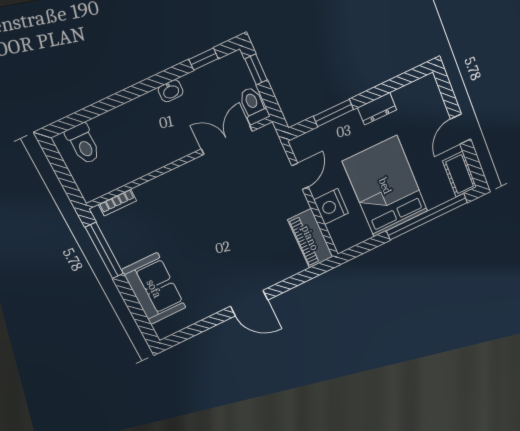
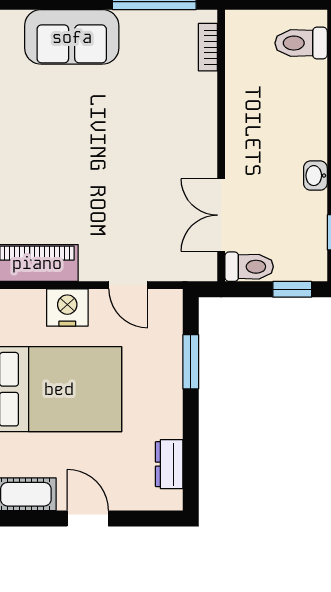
dresser: (377, 109) -> (169, 464), moved
double door: (227, 140) -> (221, 215), swing flipped

